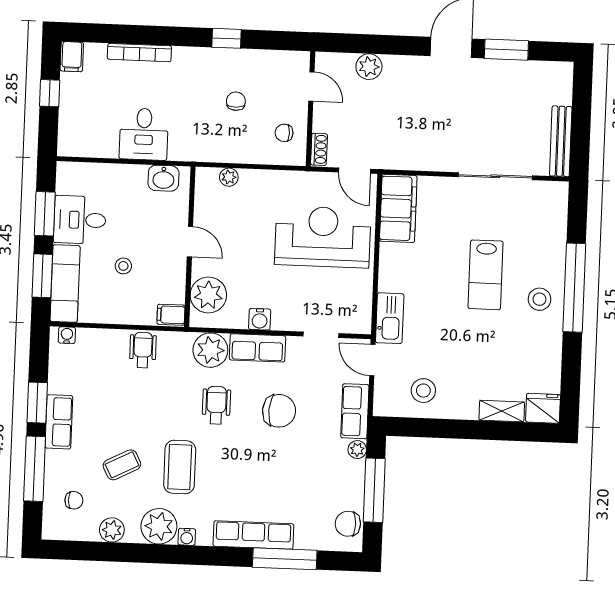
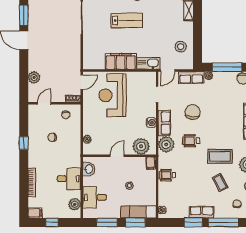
plant: (87, 144) -> (75, 204), added
filing cabinet: (398, 208) -> (121, 61), moved
desk: (80, 220) -> (94, 197), moved, turned 90

